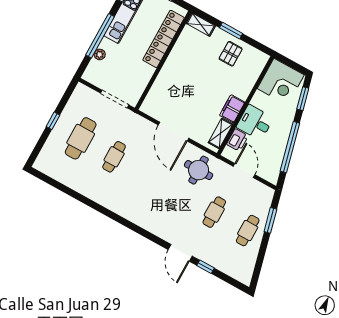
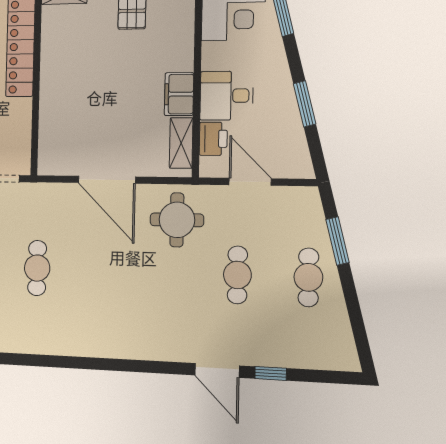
window: (290, 147) -> (305, 104), width x0.47

